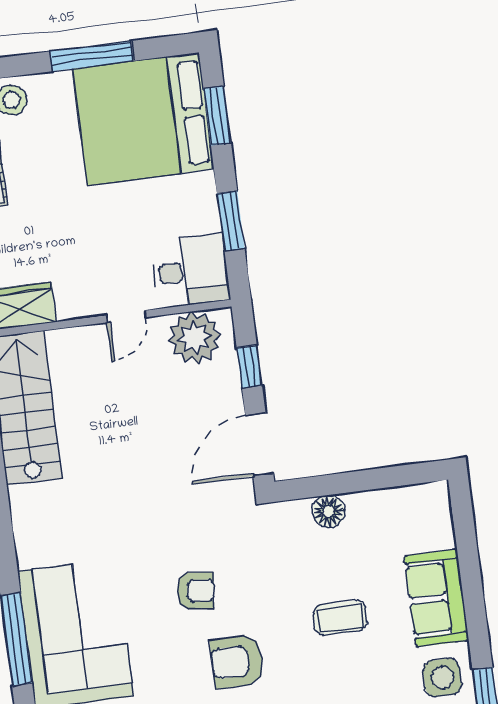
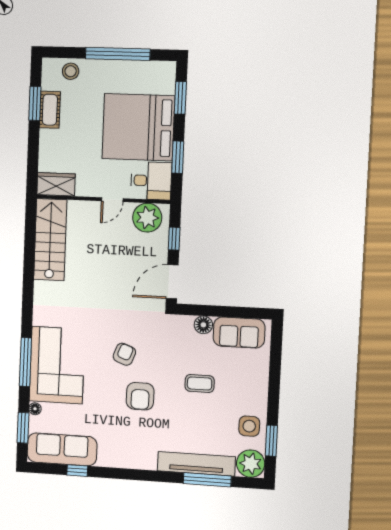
window: (92, 56) -> (118, 54), width x1.46
bed: (143, 119) -> (138, 127), moved
armchair: (196, 591) -> (124, 354), turned -75
sofa: (436, 598) -> (239, 333), moved, turned -90
armchair: (237, 661) -> (140, 396), turned -90

